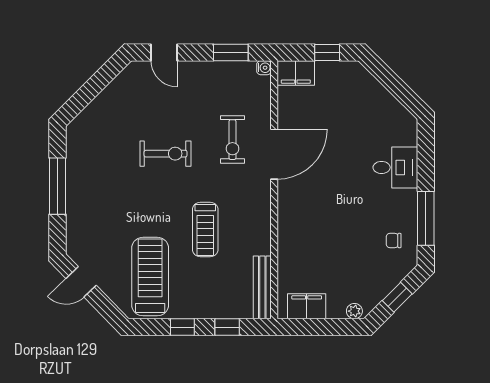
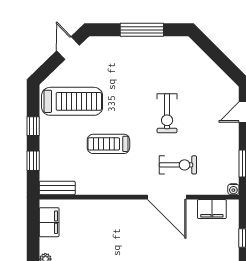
filing cabinet: (296, 73) -> (212, 209), moved, turned -90
exercise bike: (232, 140) -> (178, 165), turned 180
bench: (262, 287) -> (57, 188), width x0.73

